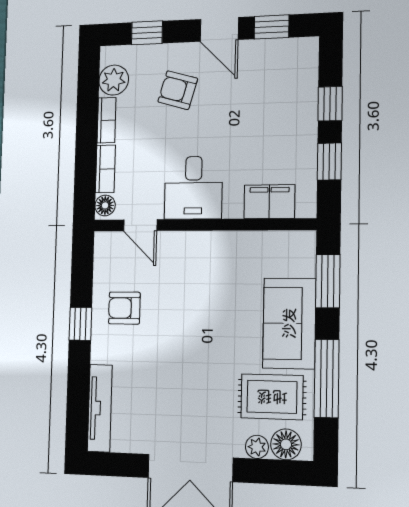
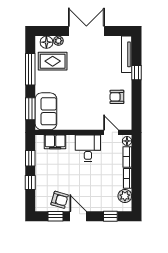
armchair: (178, 90) -> (60, 200), moved
armchair: (124, 308) -> (117, 97), turned 180
sofa: (289, 323) -> (46, 111), moved
window: (80, 324) -> (136, 73), moved

